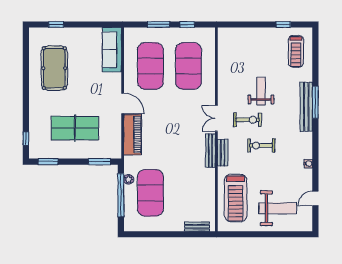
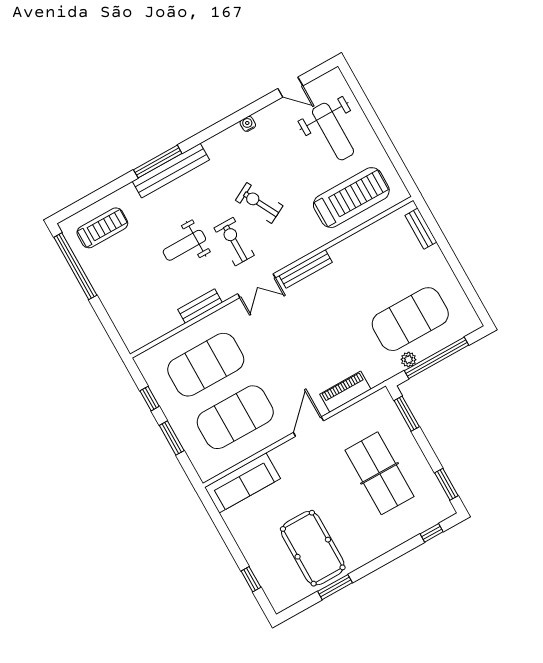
window: (283, 24) -> (75, 266), width x3.17
window: (26, 68) -> (335, 587), added
pool table: (54, 68) -> (313, 548), turned 90
piano: (133, 135) -> (345, 392), width x0.73, depth x0.75
exercise bike: (261, 145) -> (259, 203), turned 152
bench: (223, 153) -> (200, 306), moved
weight bench: (278, 208) -> (333, 132), turned 180

